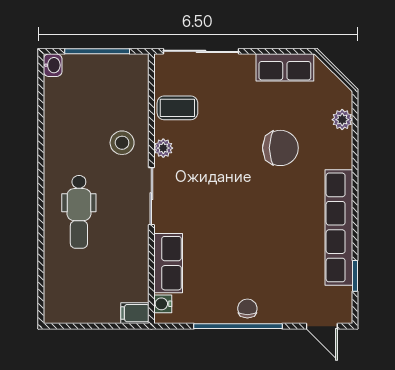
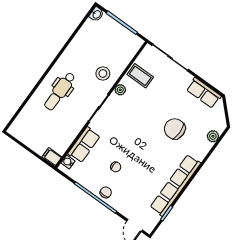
chair: (280, 148) -> (175, 129), turned 180
chair: (236, 262) -> (116, 167), added

